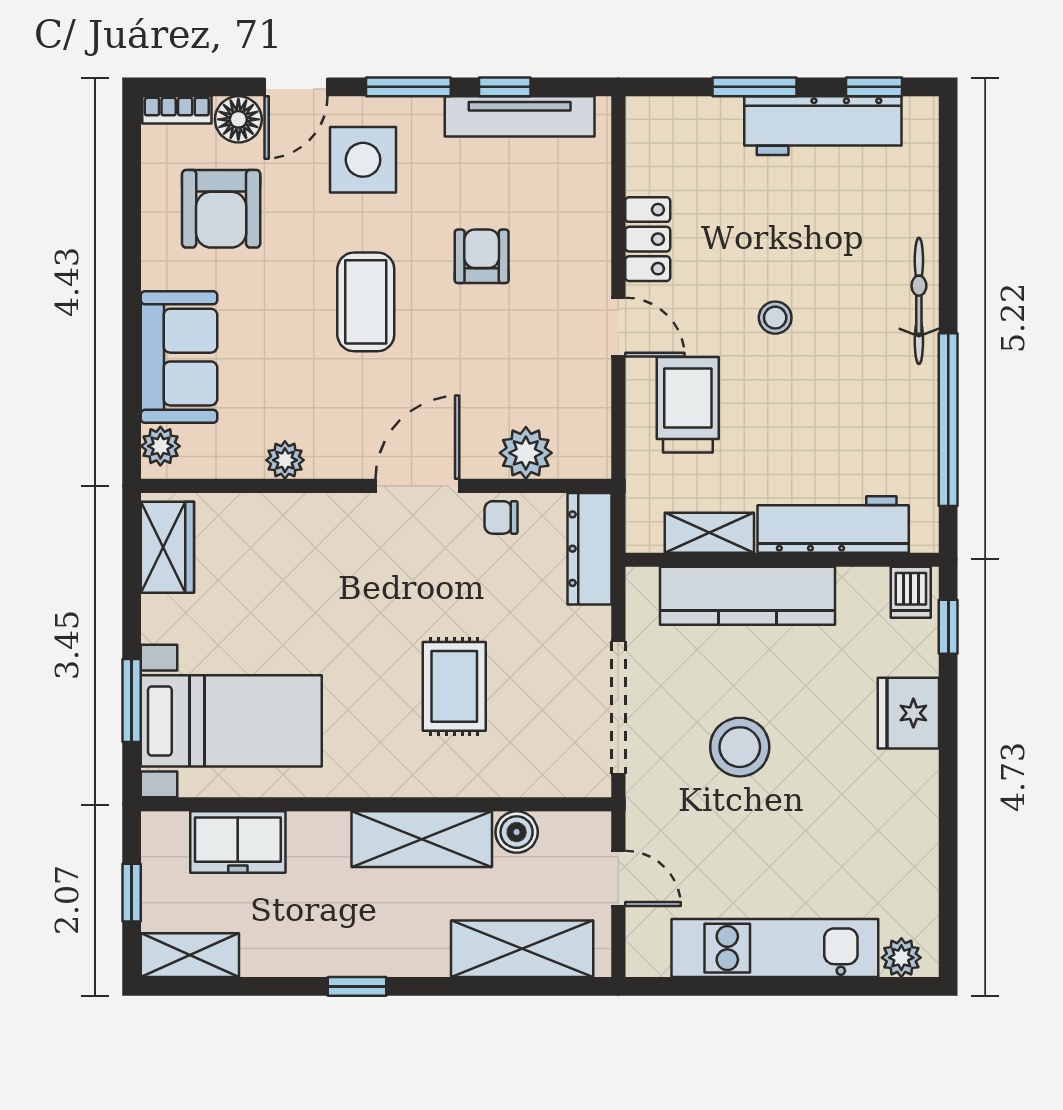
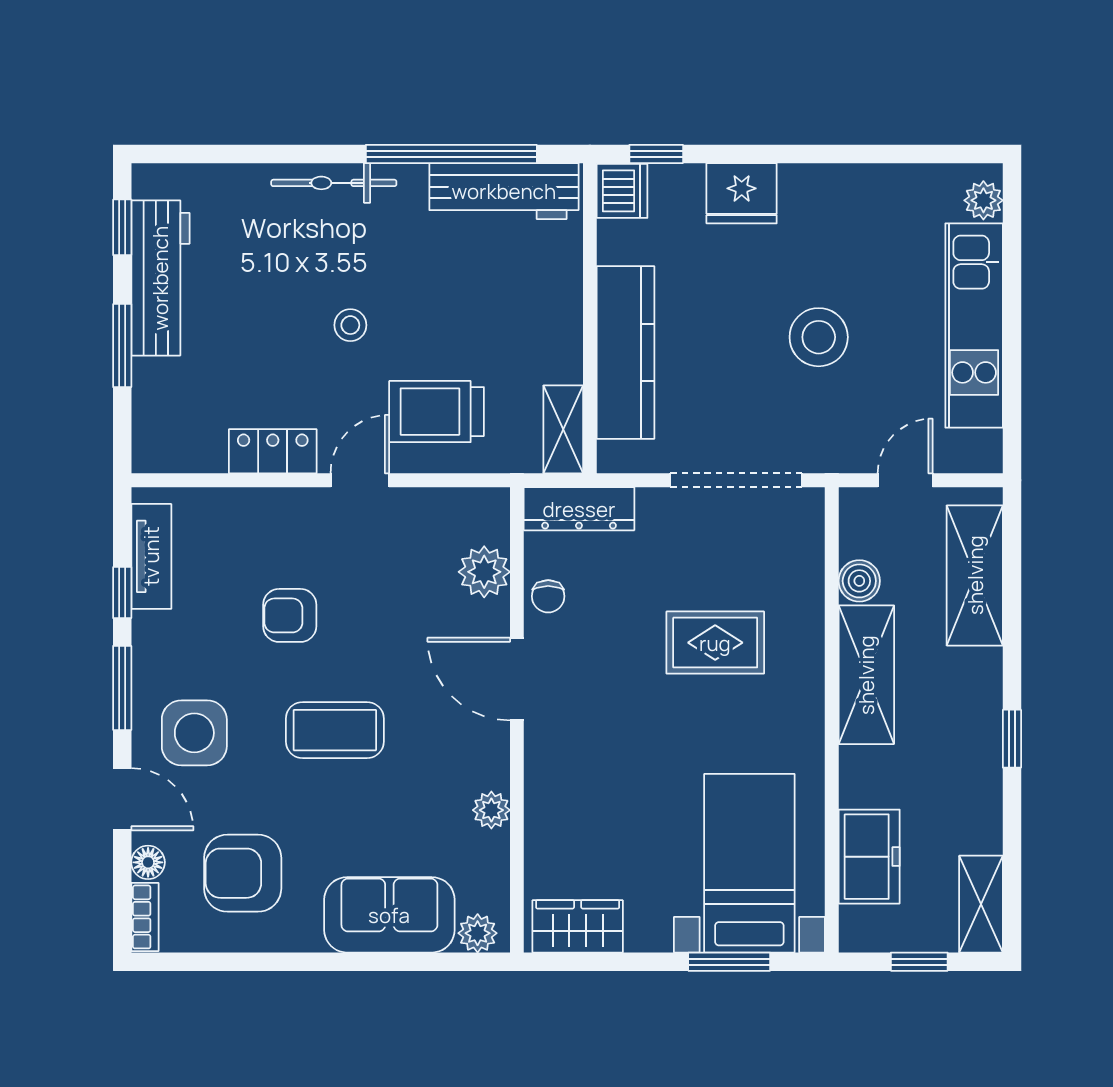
tv unit: (520, 116) -> (151, 556), width x0.71
floor lamp: (238, 119) -> (148, 862), width x0.73, depth x0.73
armchair: (221, 209) -> (243, 873), turned 180
workbench: (833, 524) -> (504, 191), moved, turned -90
shelving: (709, 533) -> (563, 429), moved
dishwasher: (911, 592) -> (622, 191), width x1.38
stool: (740, 747) -> (819, 337), moved

